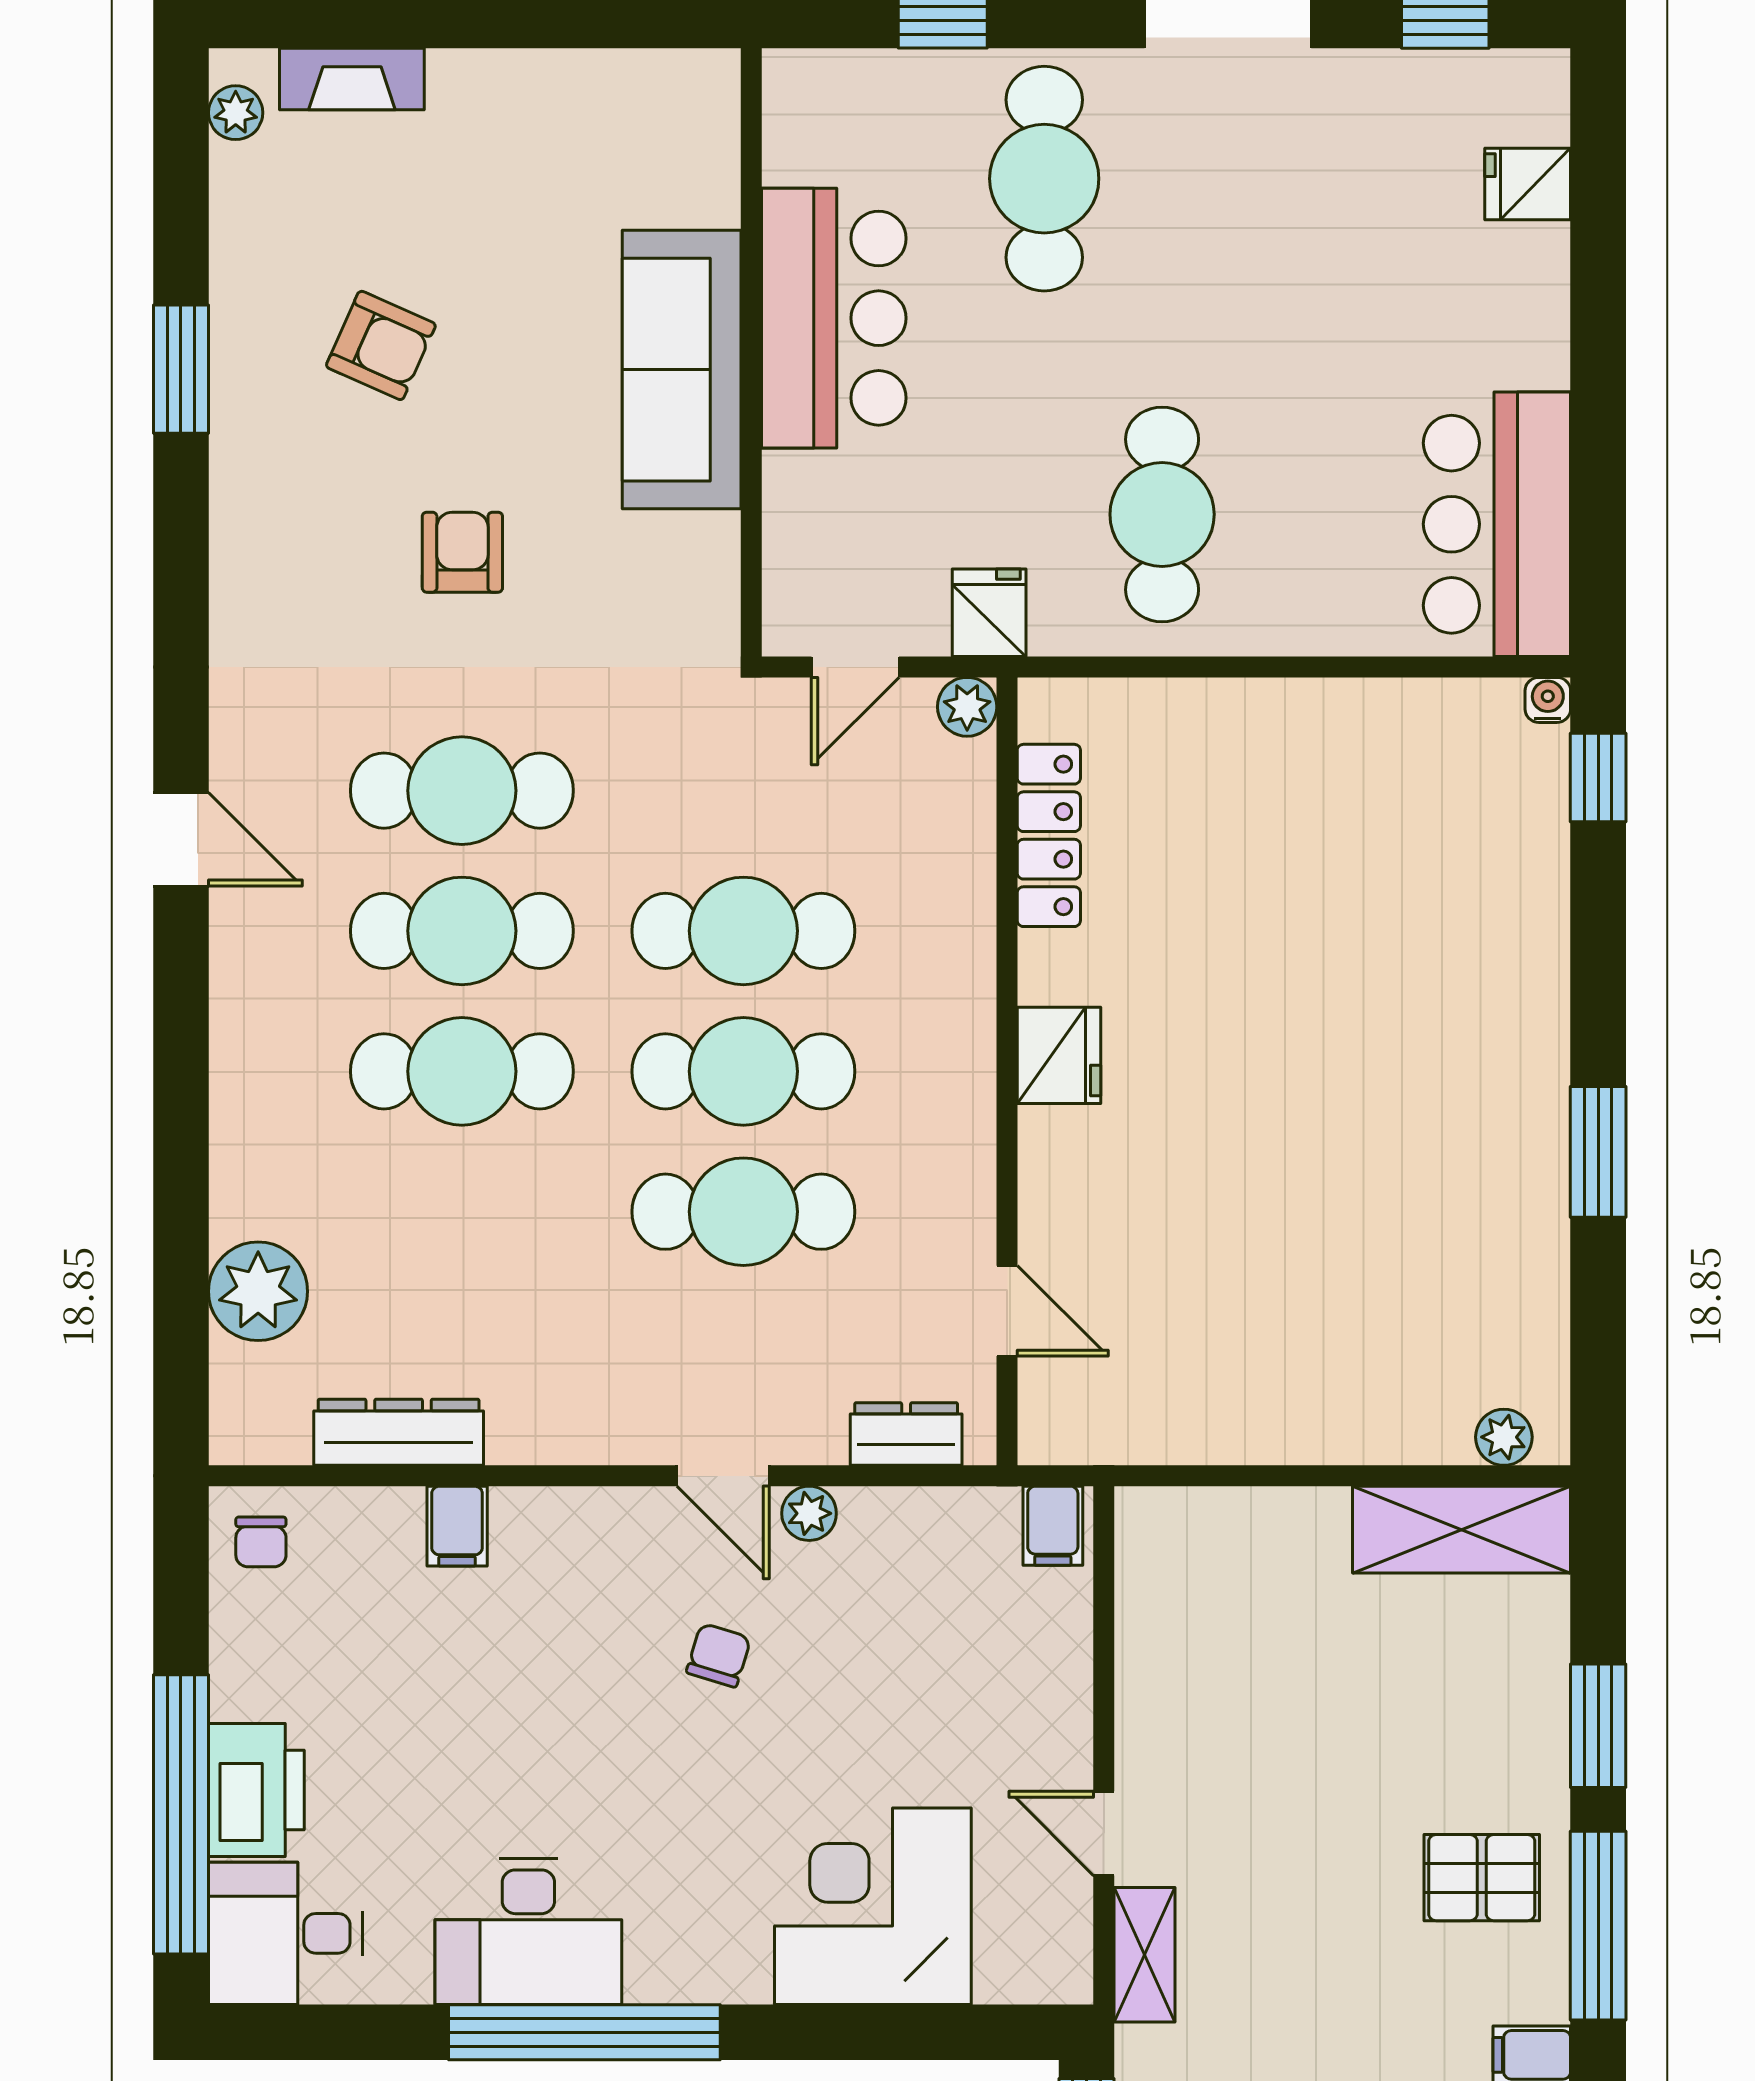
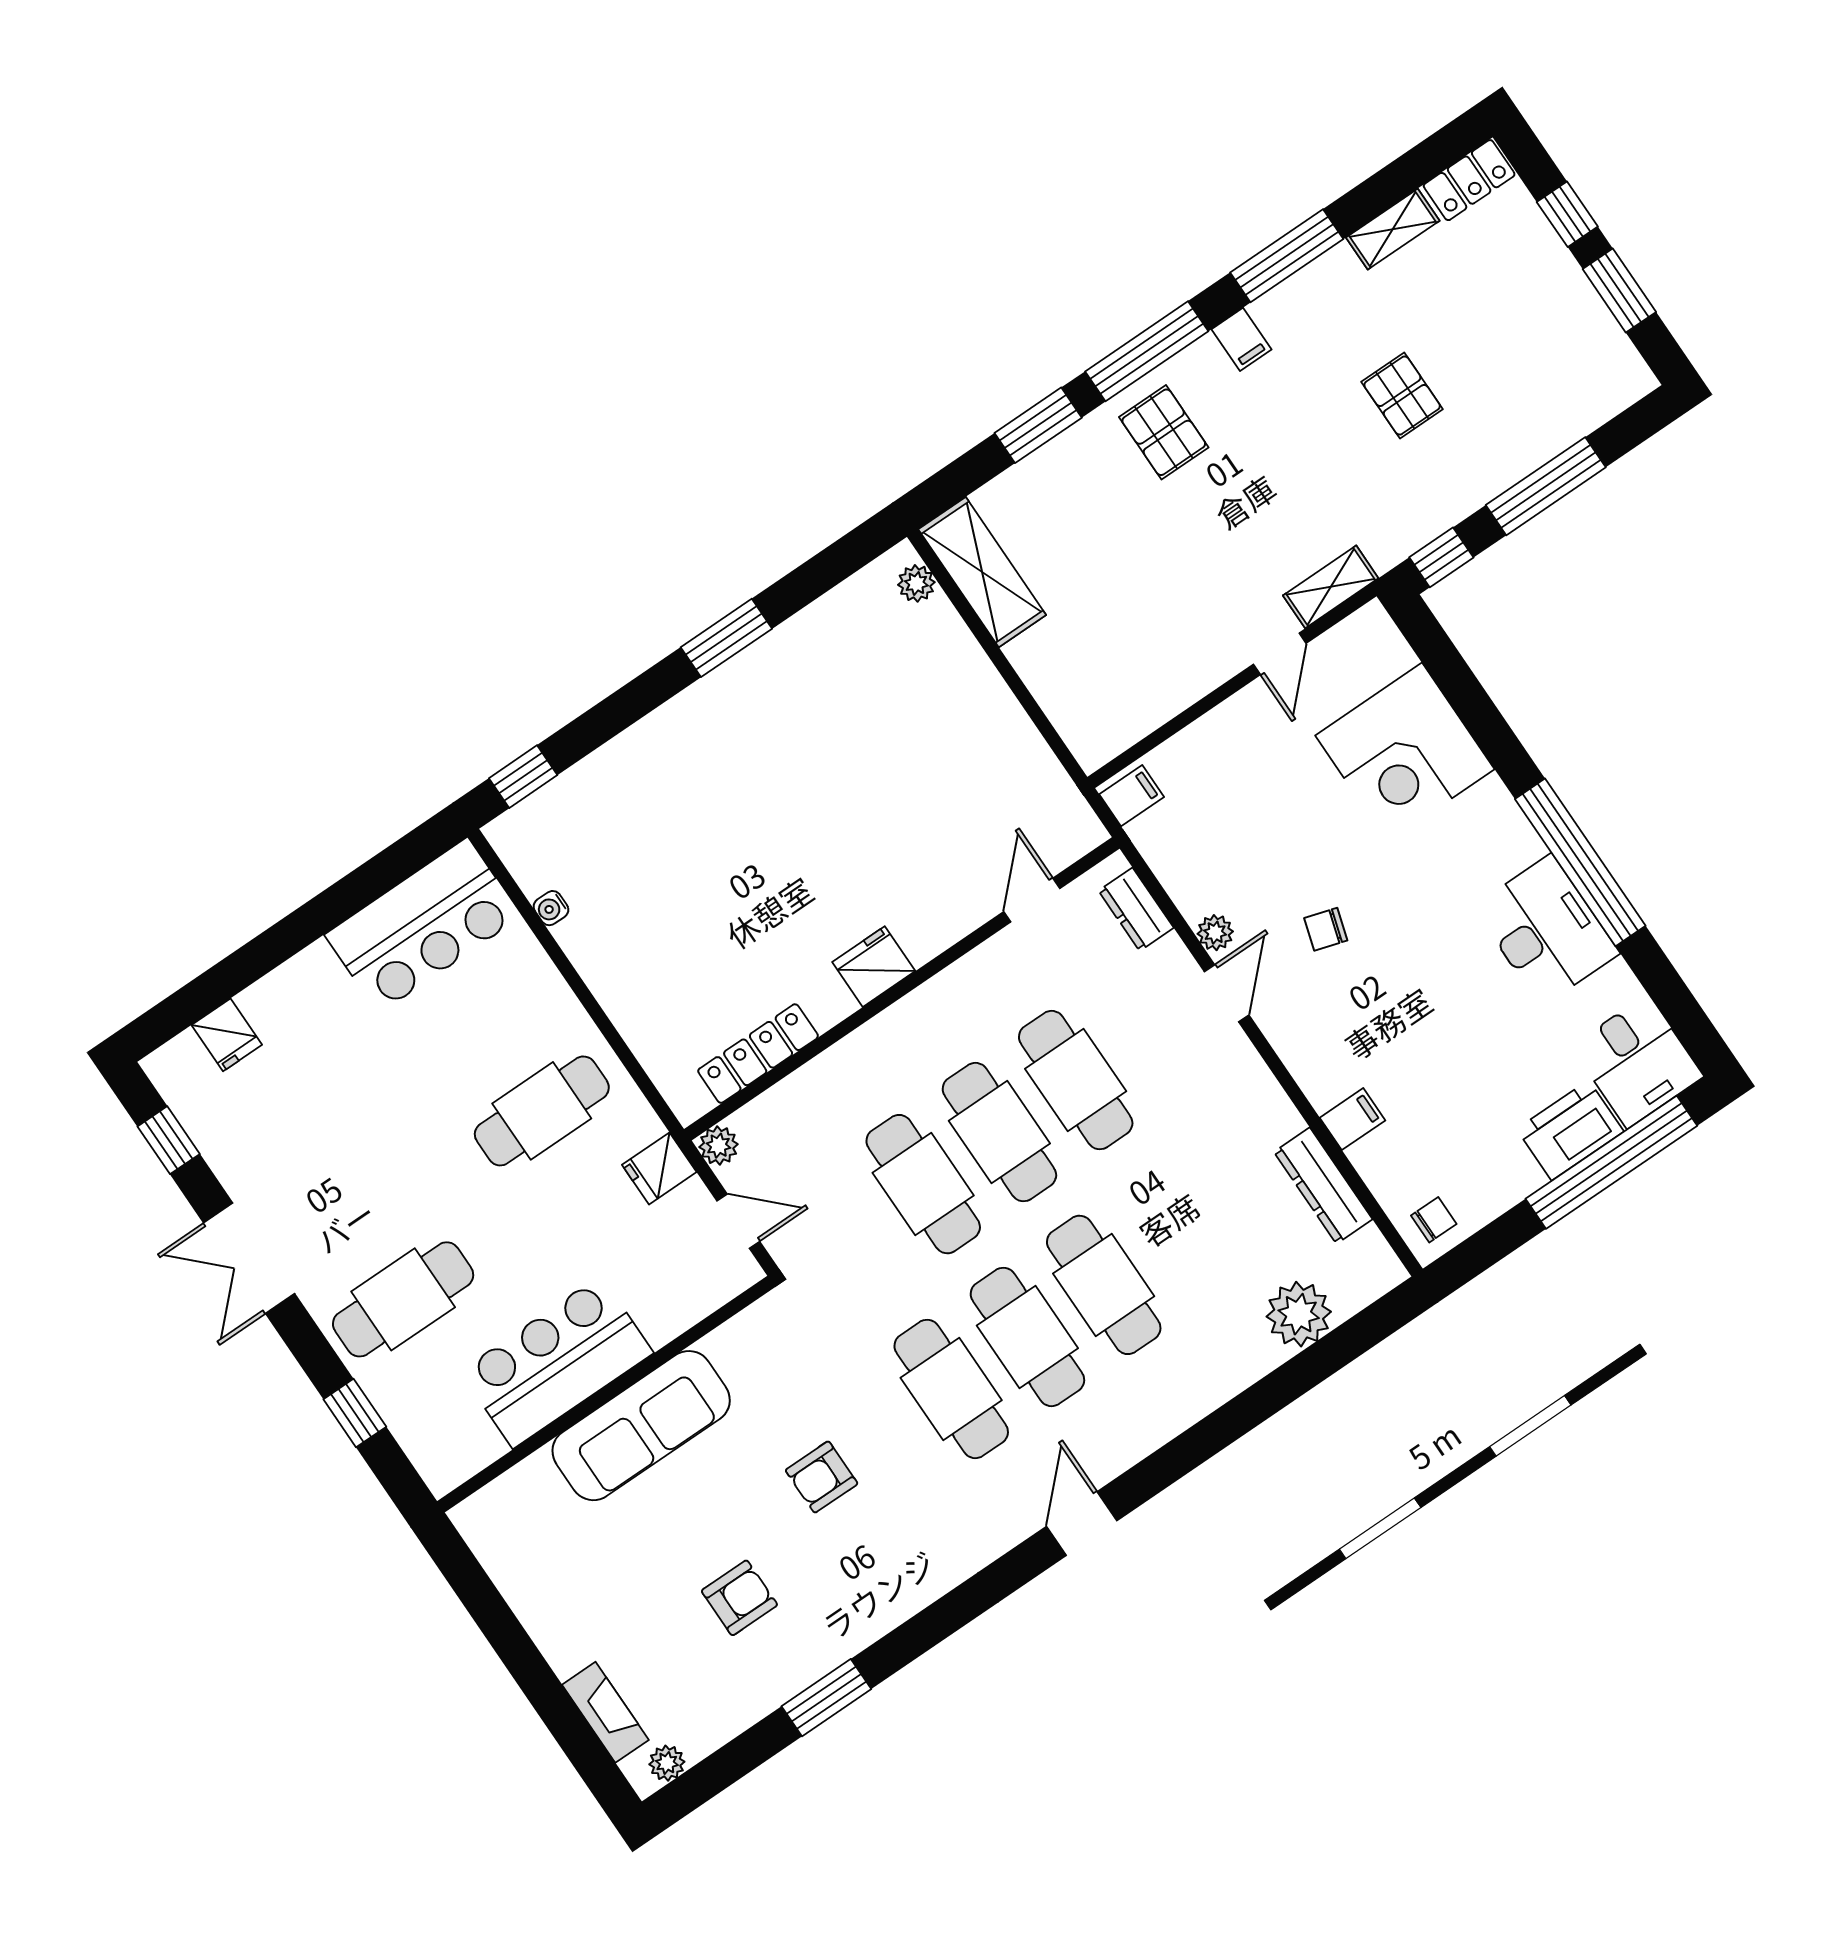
armchair: (381, 345) -> (739, 1598), turned 66
water cooler: (1548, 700) -> (551, 908), moved

